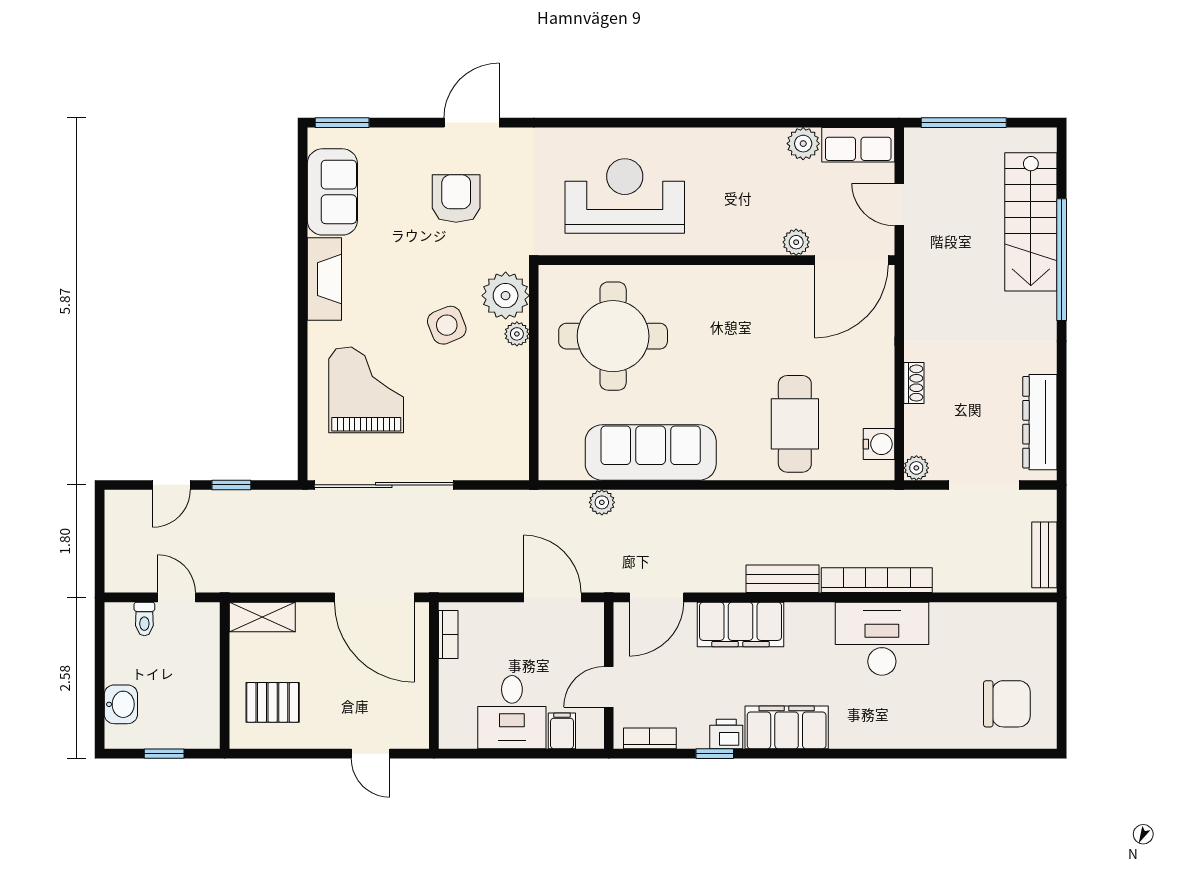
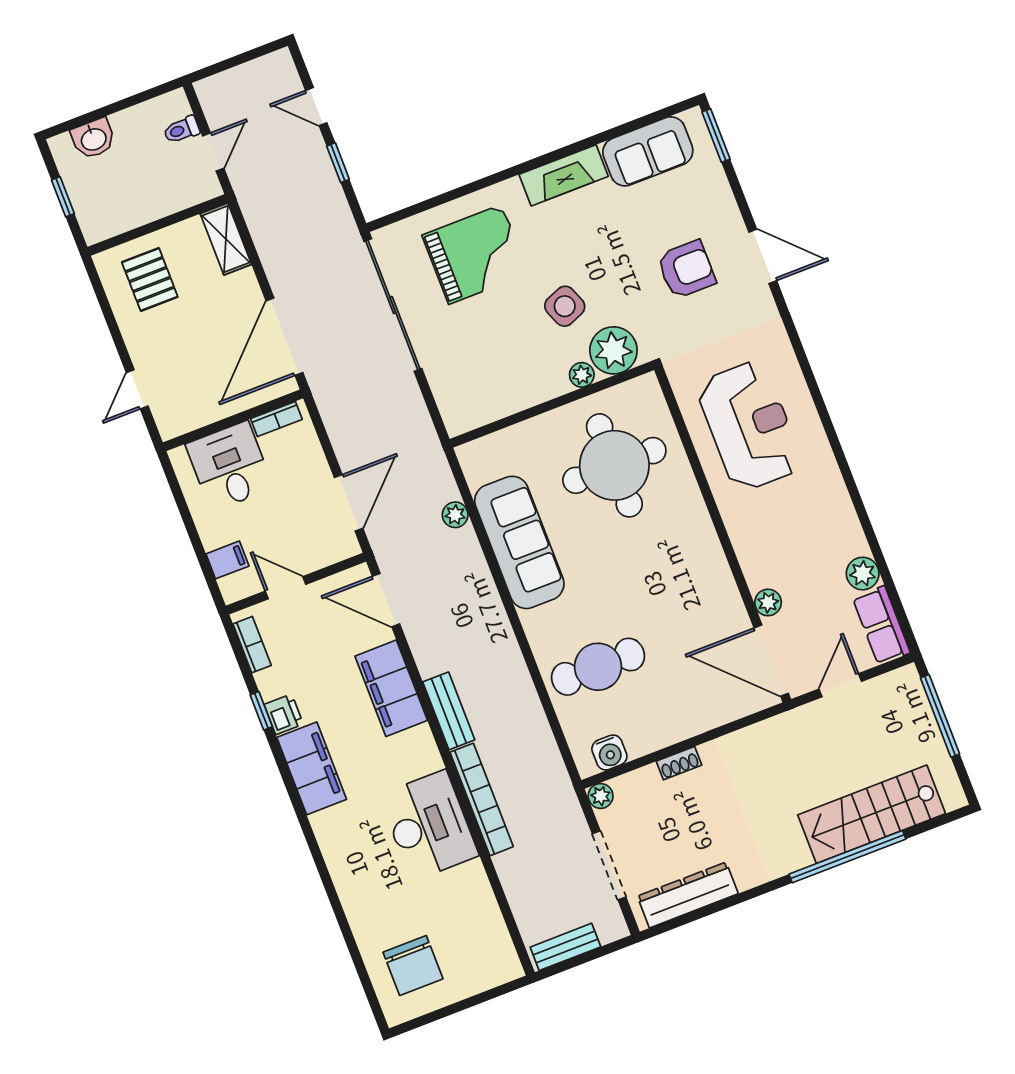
desk: (512, 712) -> (230, 466), moved, turned 90

